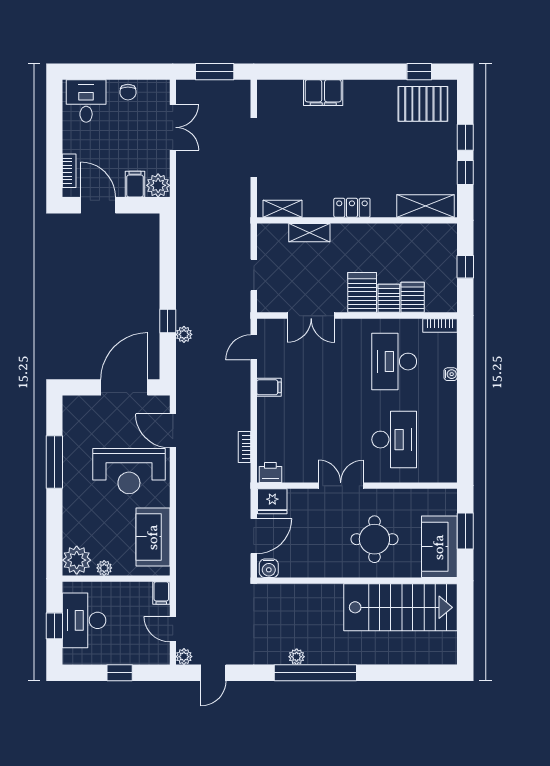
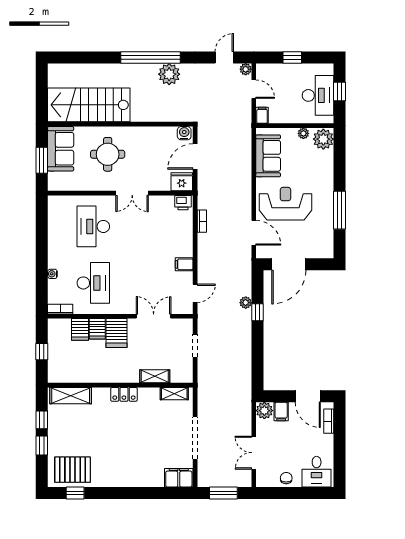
filing cabinet: (323, 93) -> (179, 478), moved
plant: (297, 657) -> (169, 74), width x1.88, depth x1.88

